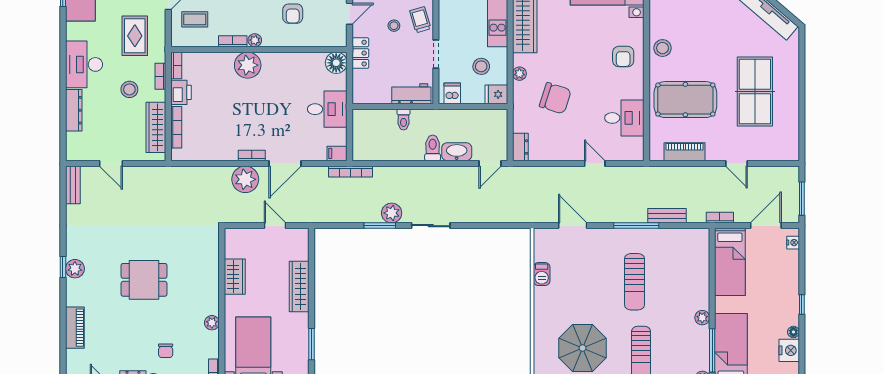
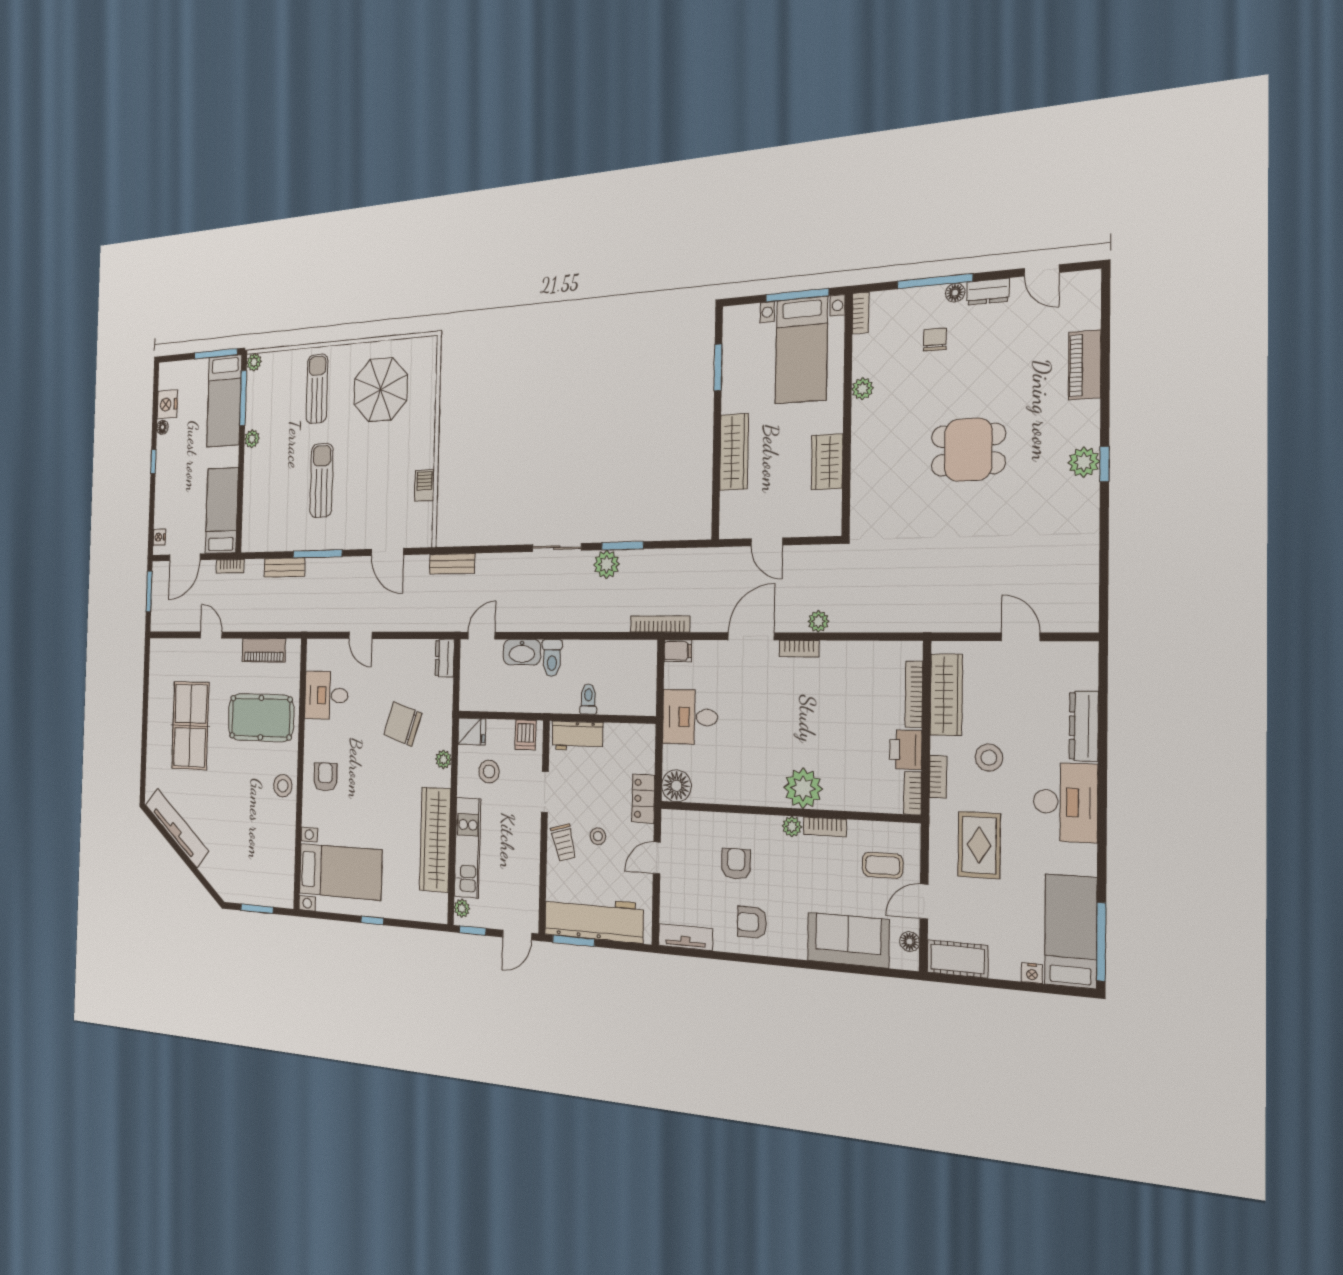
plant: (245, 179) -> (818, 621), width x0.53, depth x0.53
bench: (73, 185) -> (452, 564), moved, turned 90

